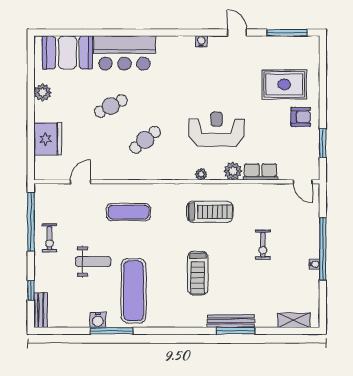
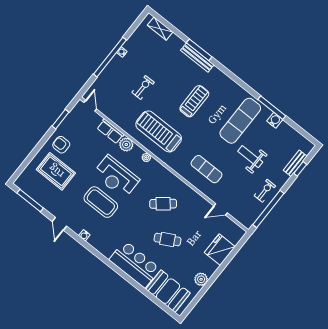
coffee table: (212, 90) -> (101, 202), added
treadmill: (210, 212) -> (159, 131), width x1.37, depth x1.38
bench: (41, 310) -> (295, 163), moved

